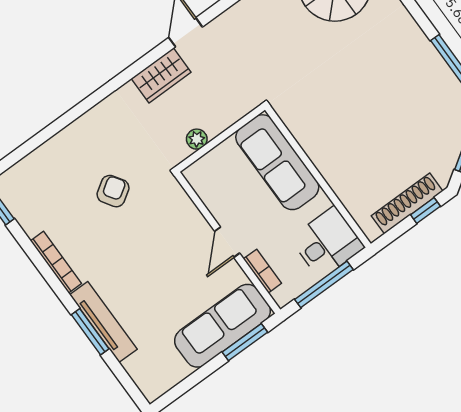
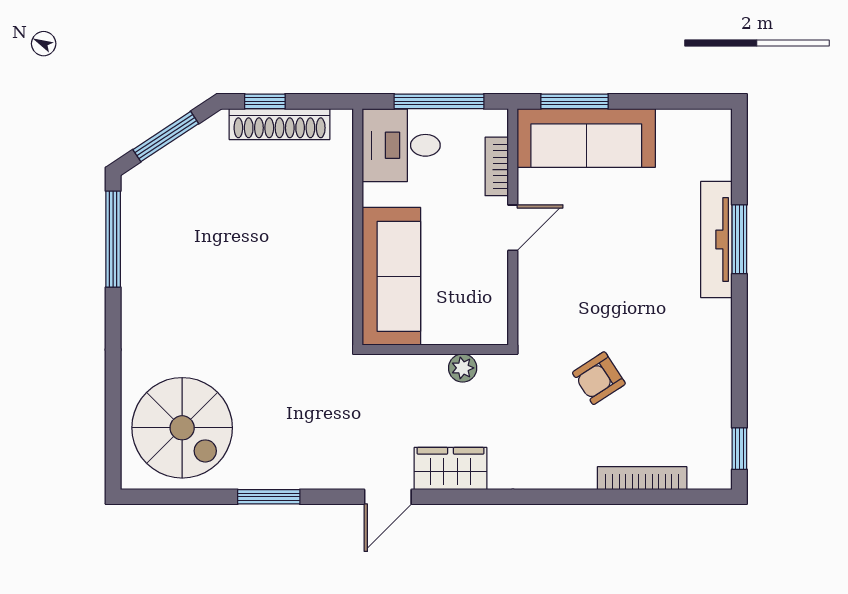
bookcase: (56, 262) -> (642, 478), moved, turned 90

